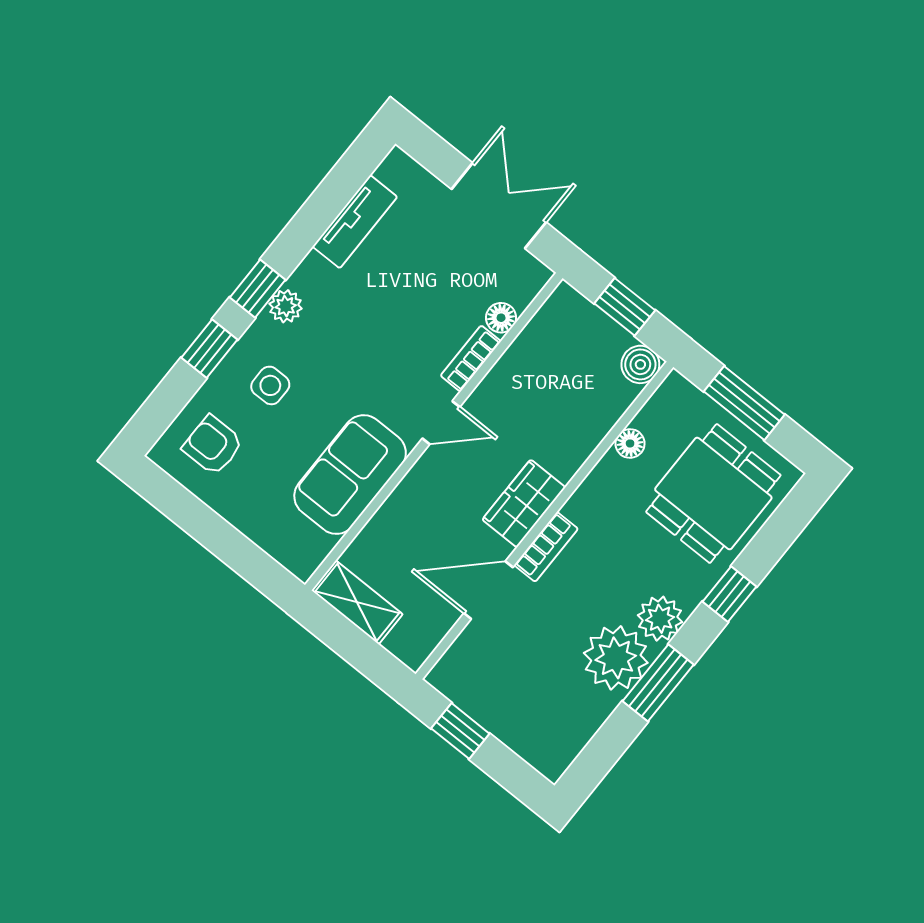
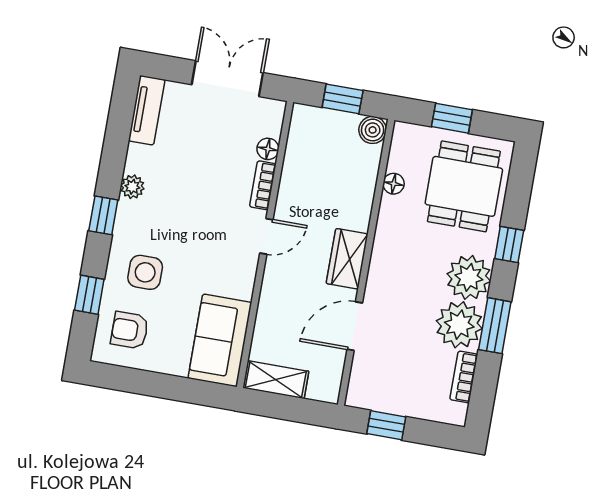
tv unit: (355, 222) -> (147, 110), moved
plant: (286, 306) -> (132, 187), moved
window: (209, 349) -> (89, 295), moved
side table: (270, 385) -> (145, 272), width x1.37, depth x1.37
window: (744, 403) -> (452, 118), width x0.67
sofa: (350, 475) -> (220, 340), moved
bookcase: (546, 547) -> (464, 377), moved, turned 180
plant: (660, 619) -> (469, 277), width x1.36, depth x1.36

